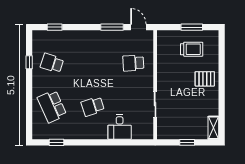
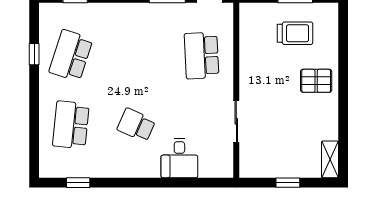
school desk: (52, 63) -> (71, 56), width x1.85
school desk: (133, 63) -> (202, 56), width x1.85
school desk: (52, 106) -> (71, 125), turned 30
school desk: (93, 106) -> (136, 125), turned 42

